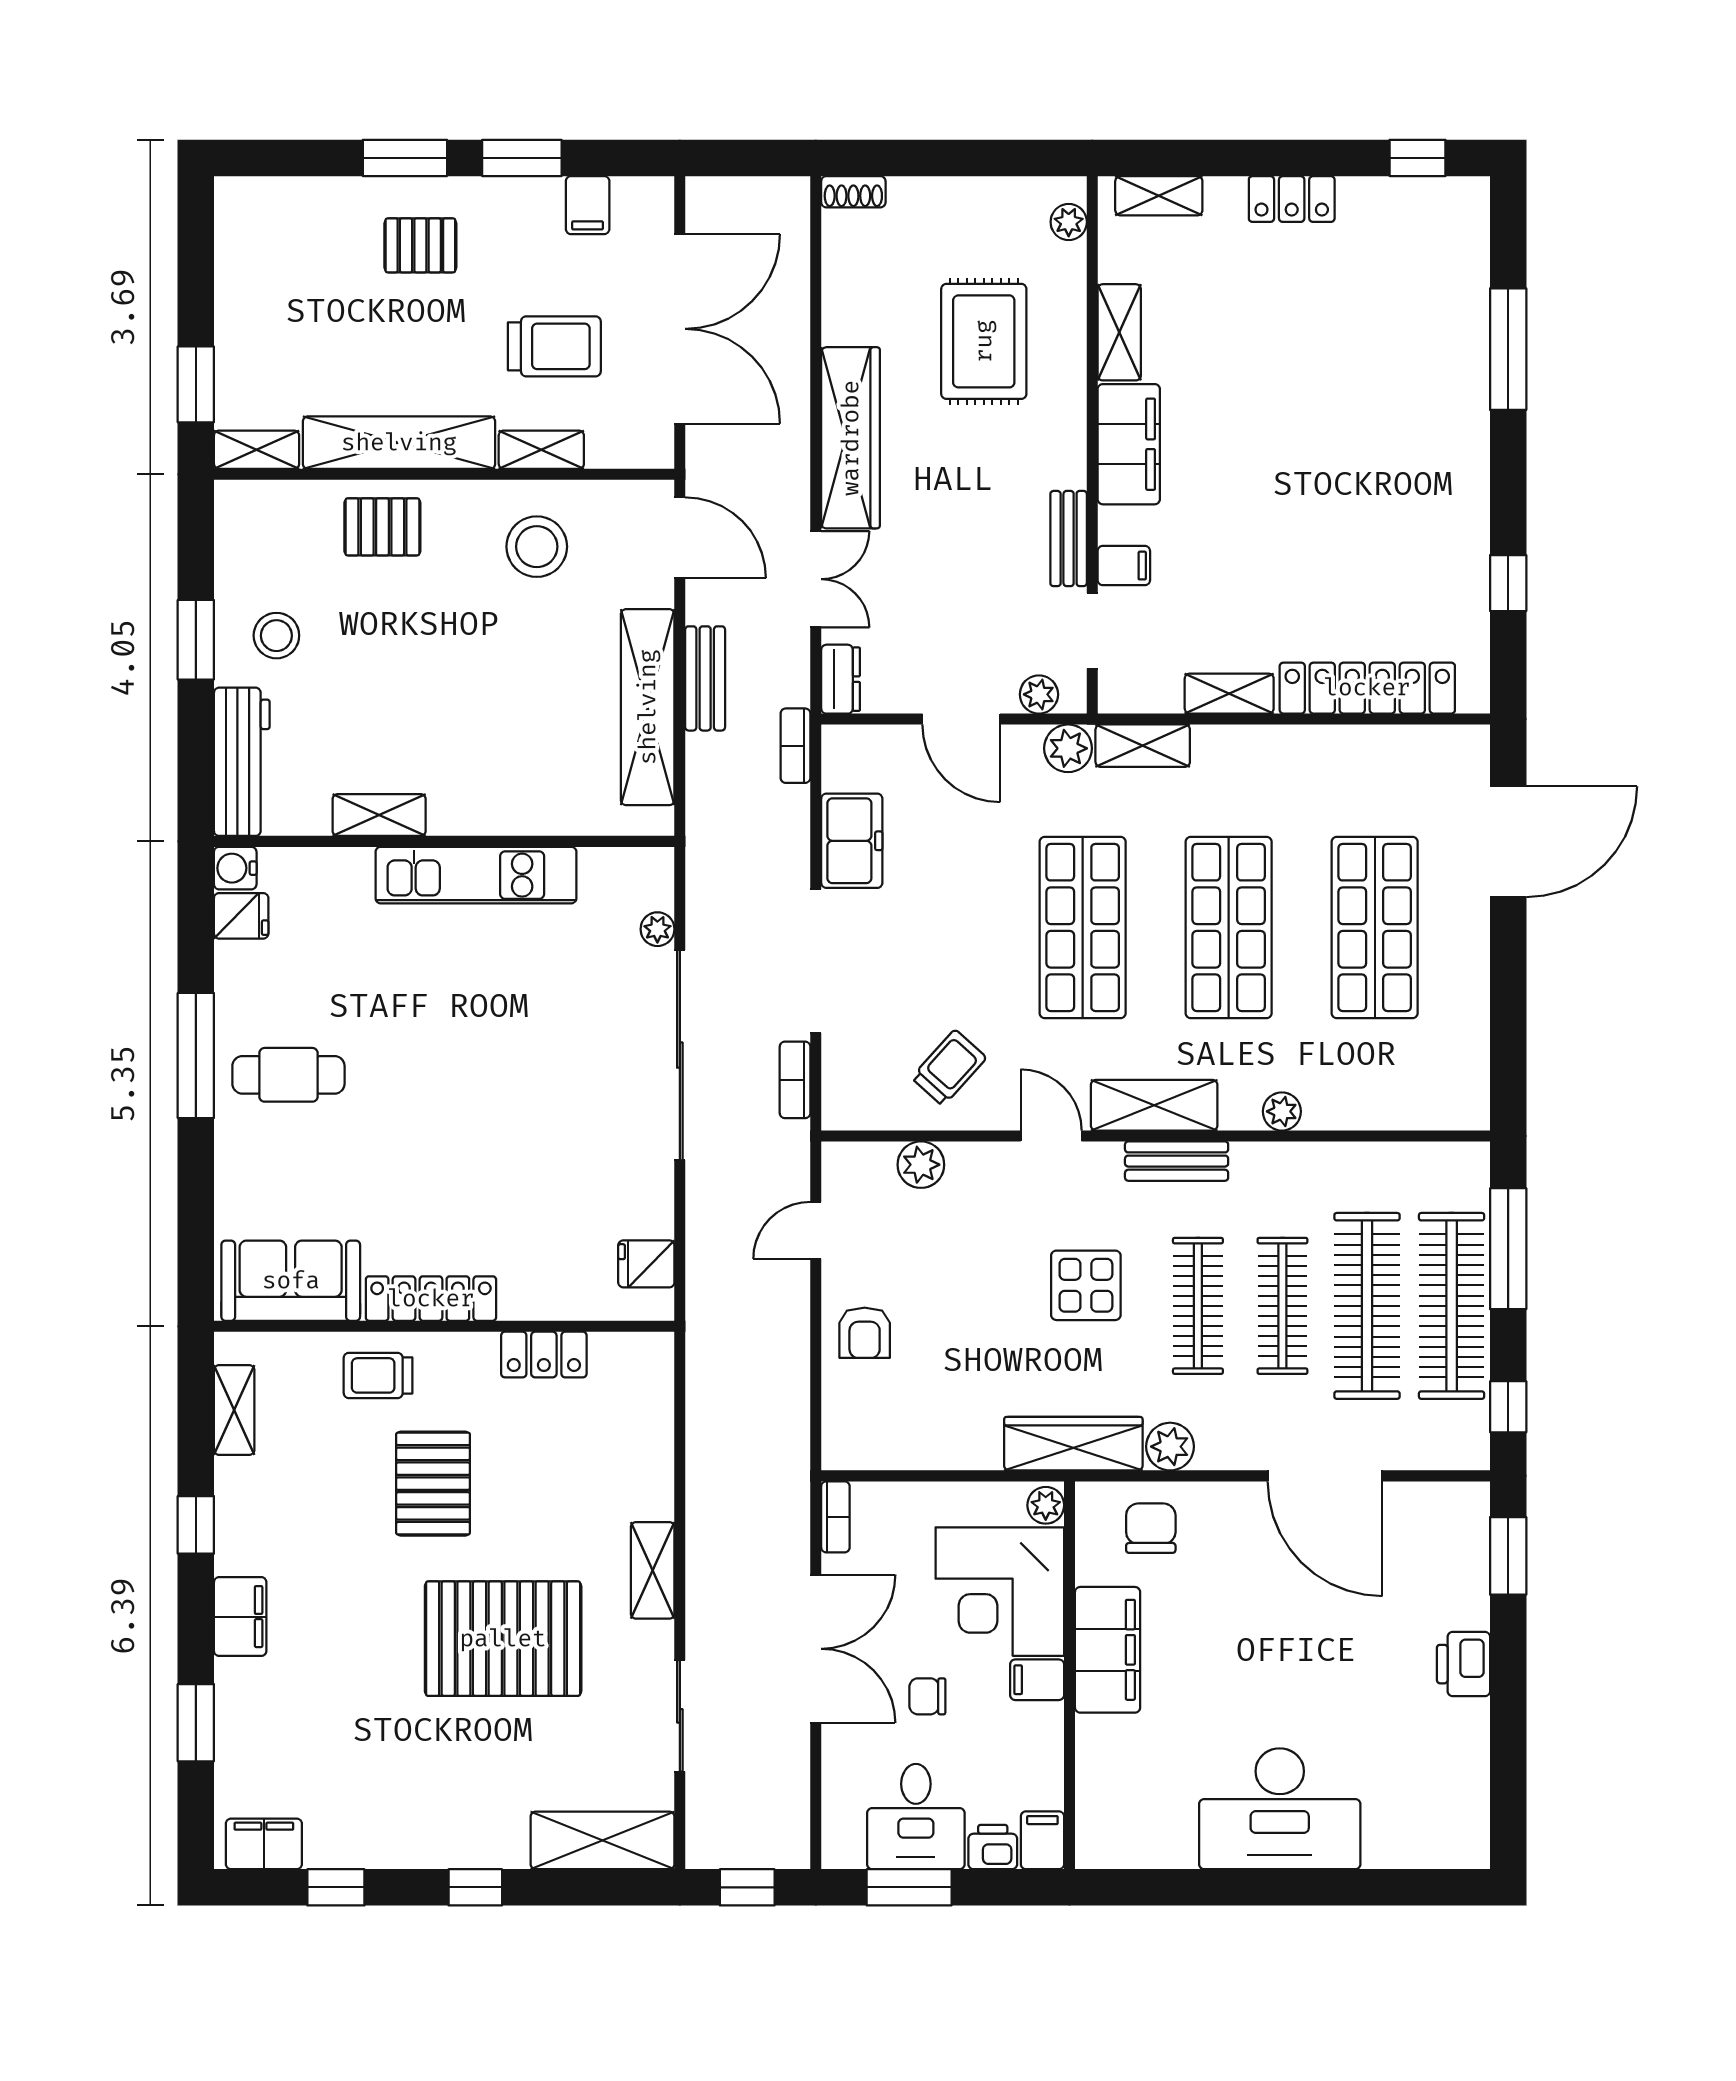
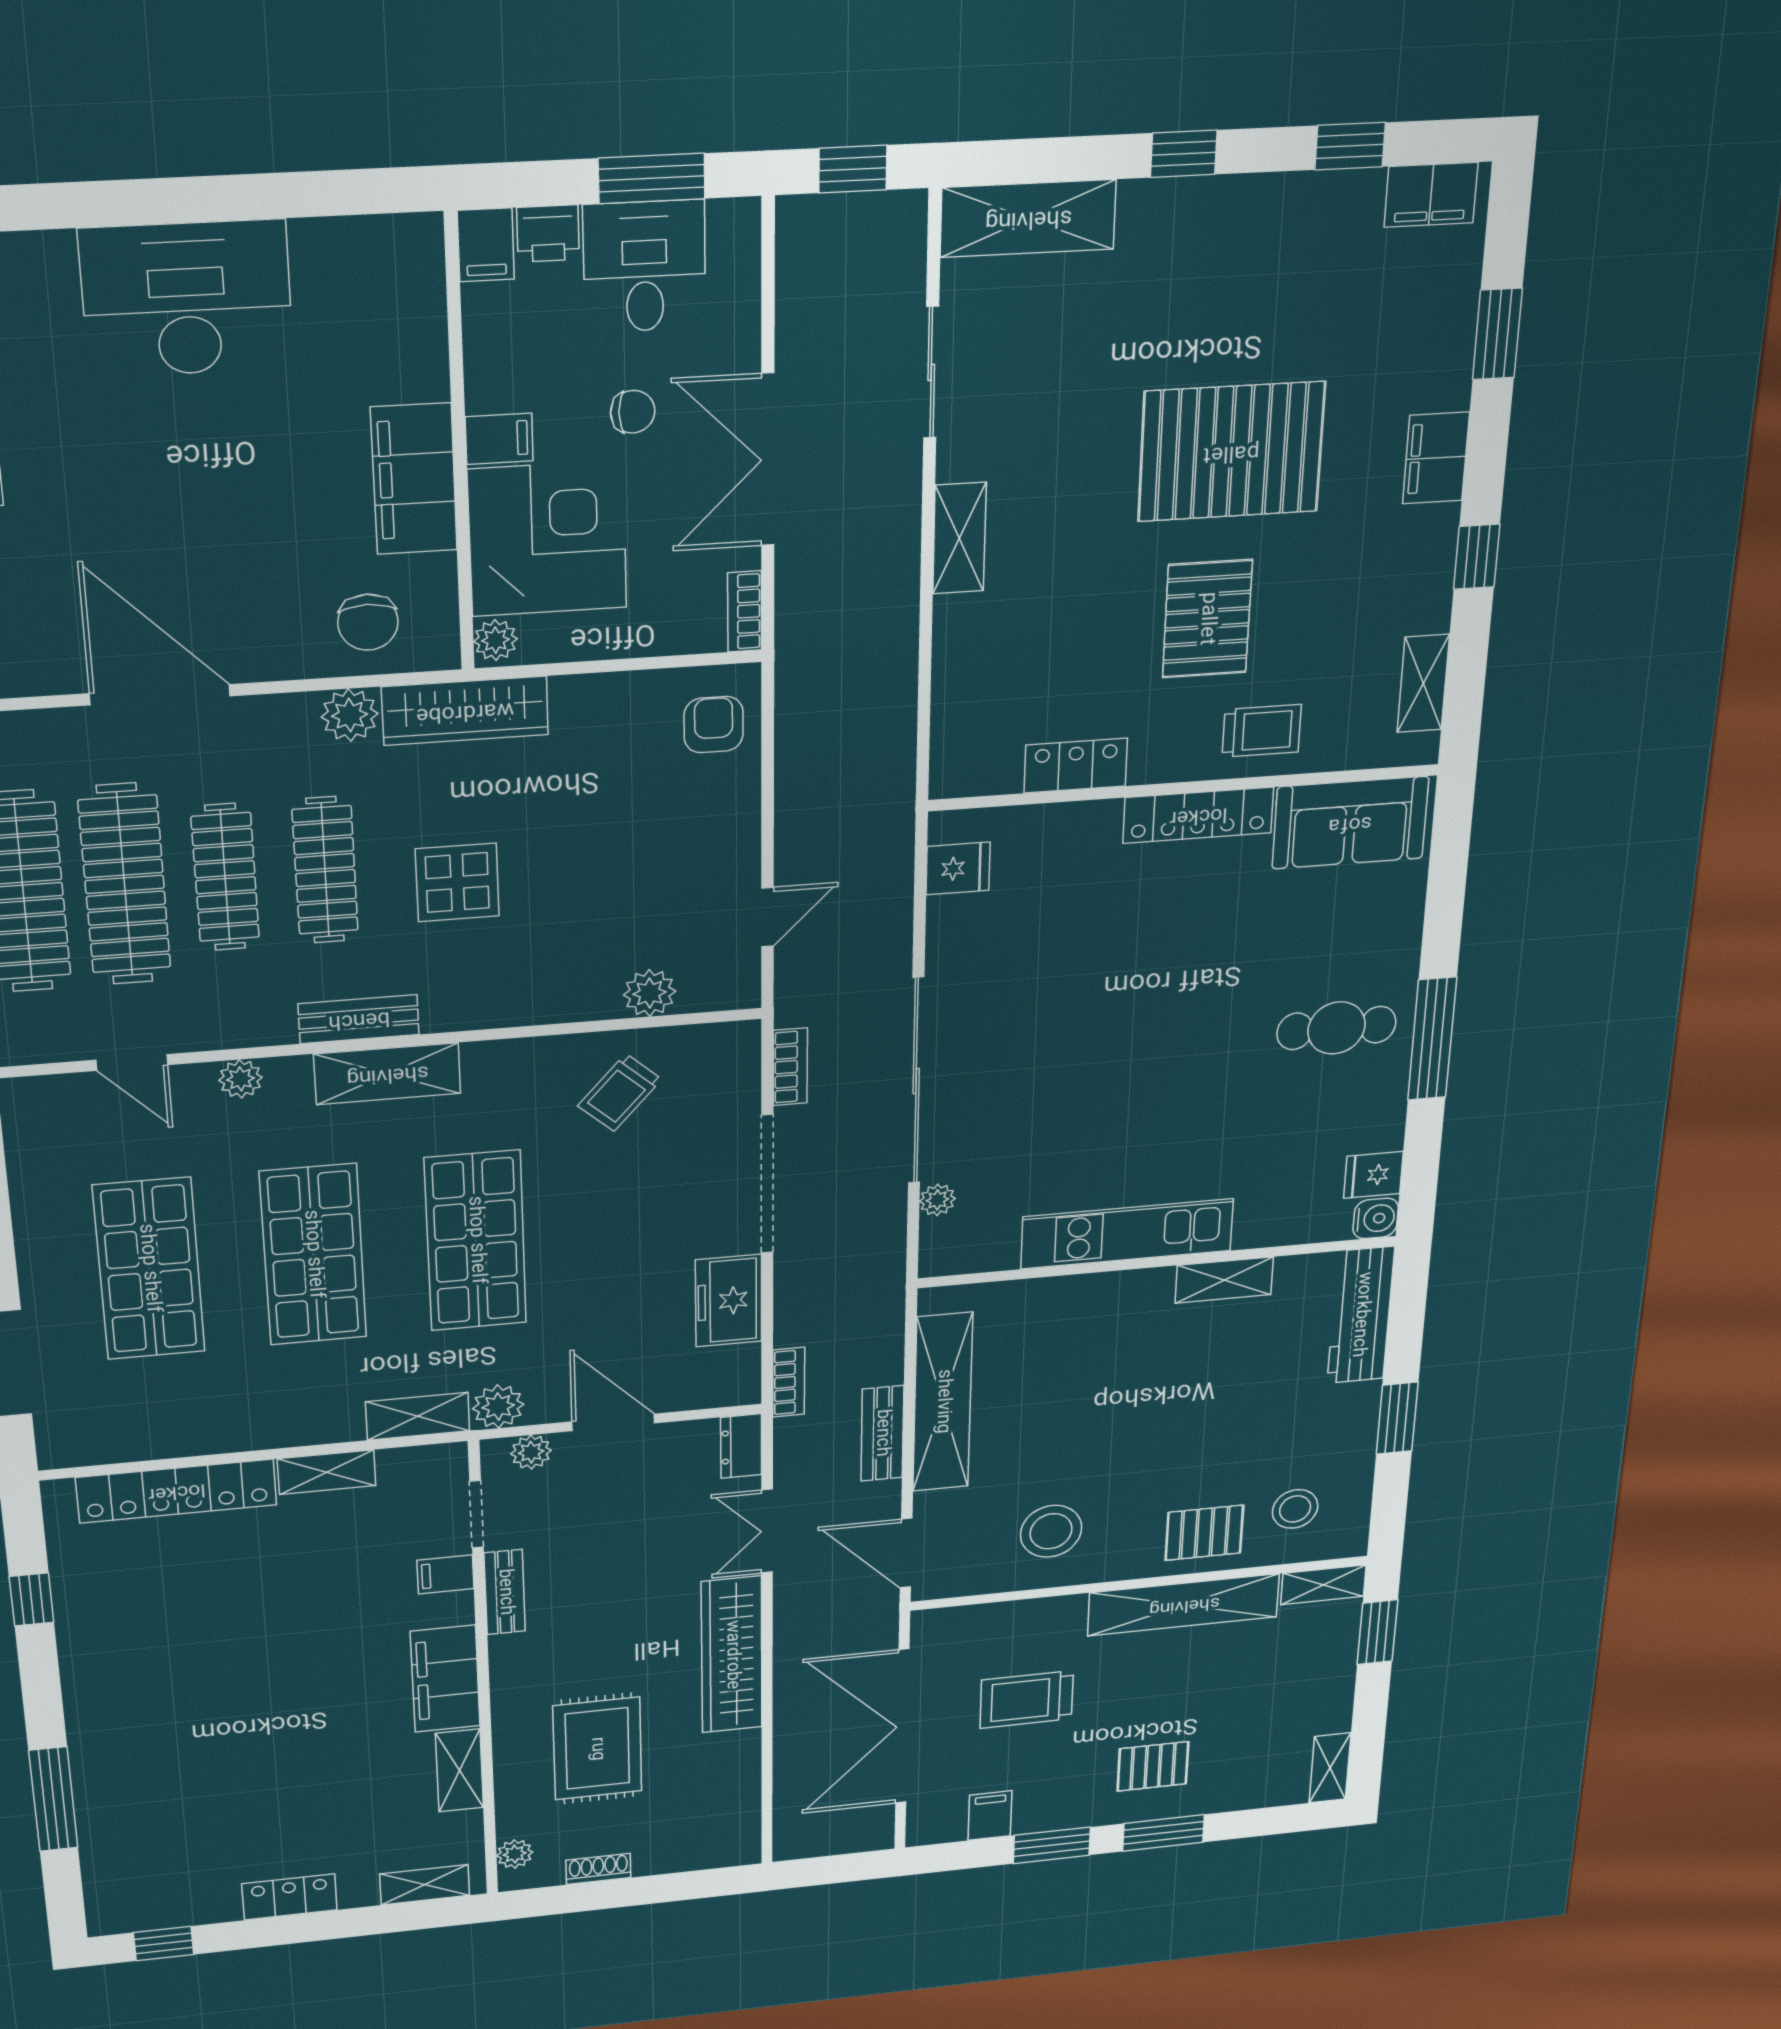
shoe rack: (853, 192) -> (598, 1869), moved
shelving: (541, 450) -> (1330, 1768), moved, turned 90
stool: (276, 636) -> (1295, 1509), moved
door: (1051, 1136) -> (132, 1062), moved
armchair: (865, 1333) -> (714, 725), moved
pallet: (503, 1639) -> (1231, 452), moved

